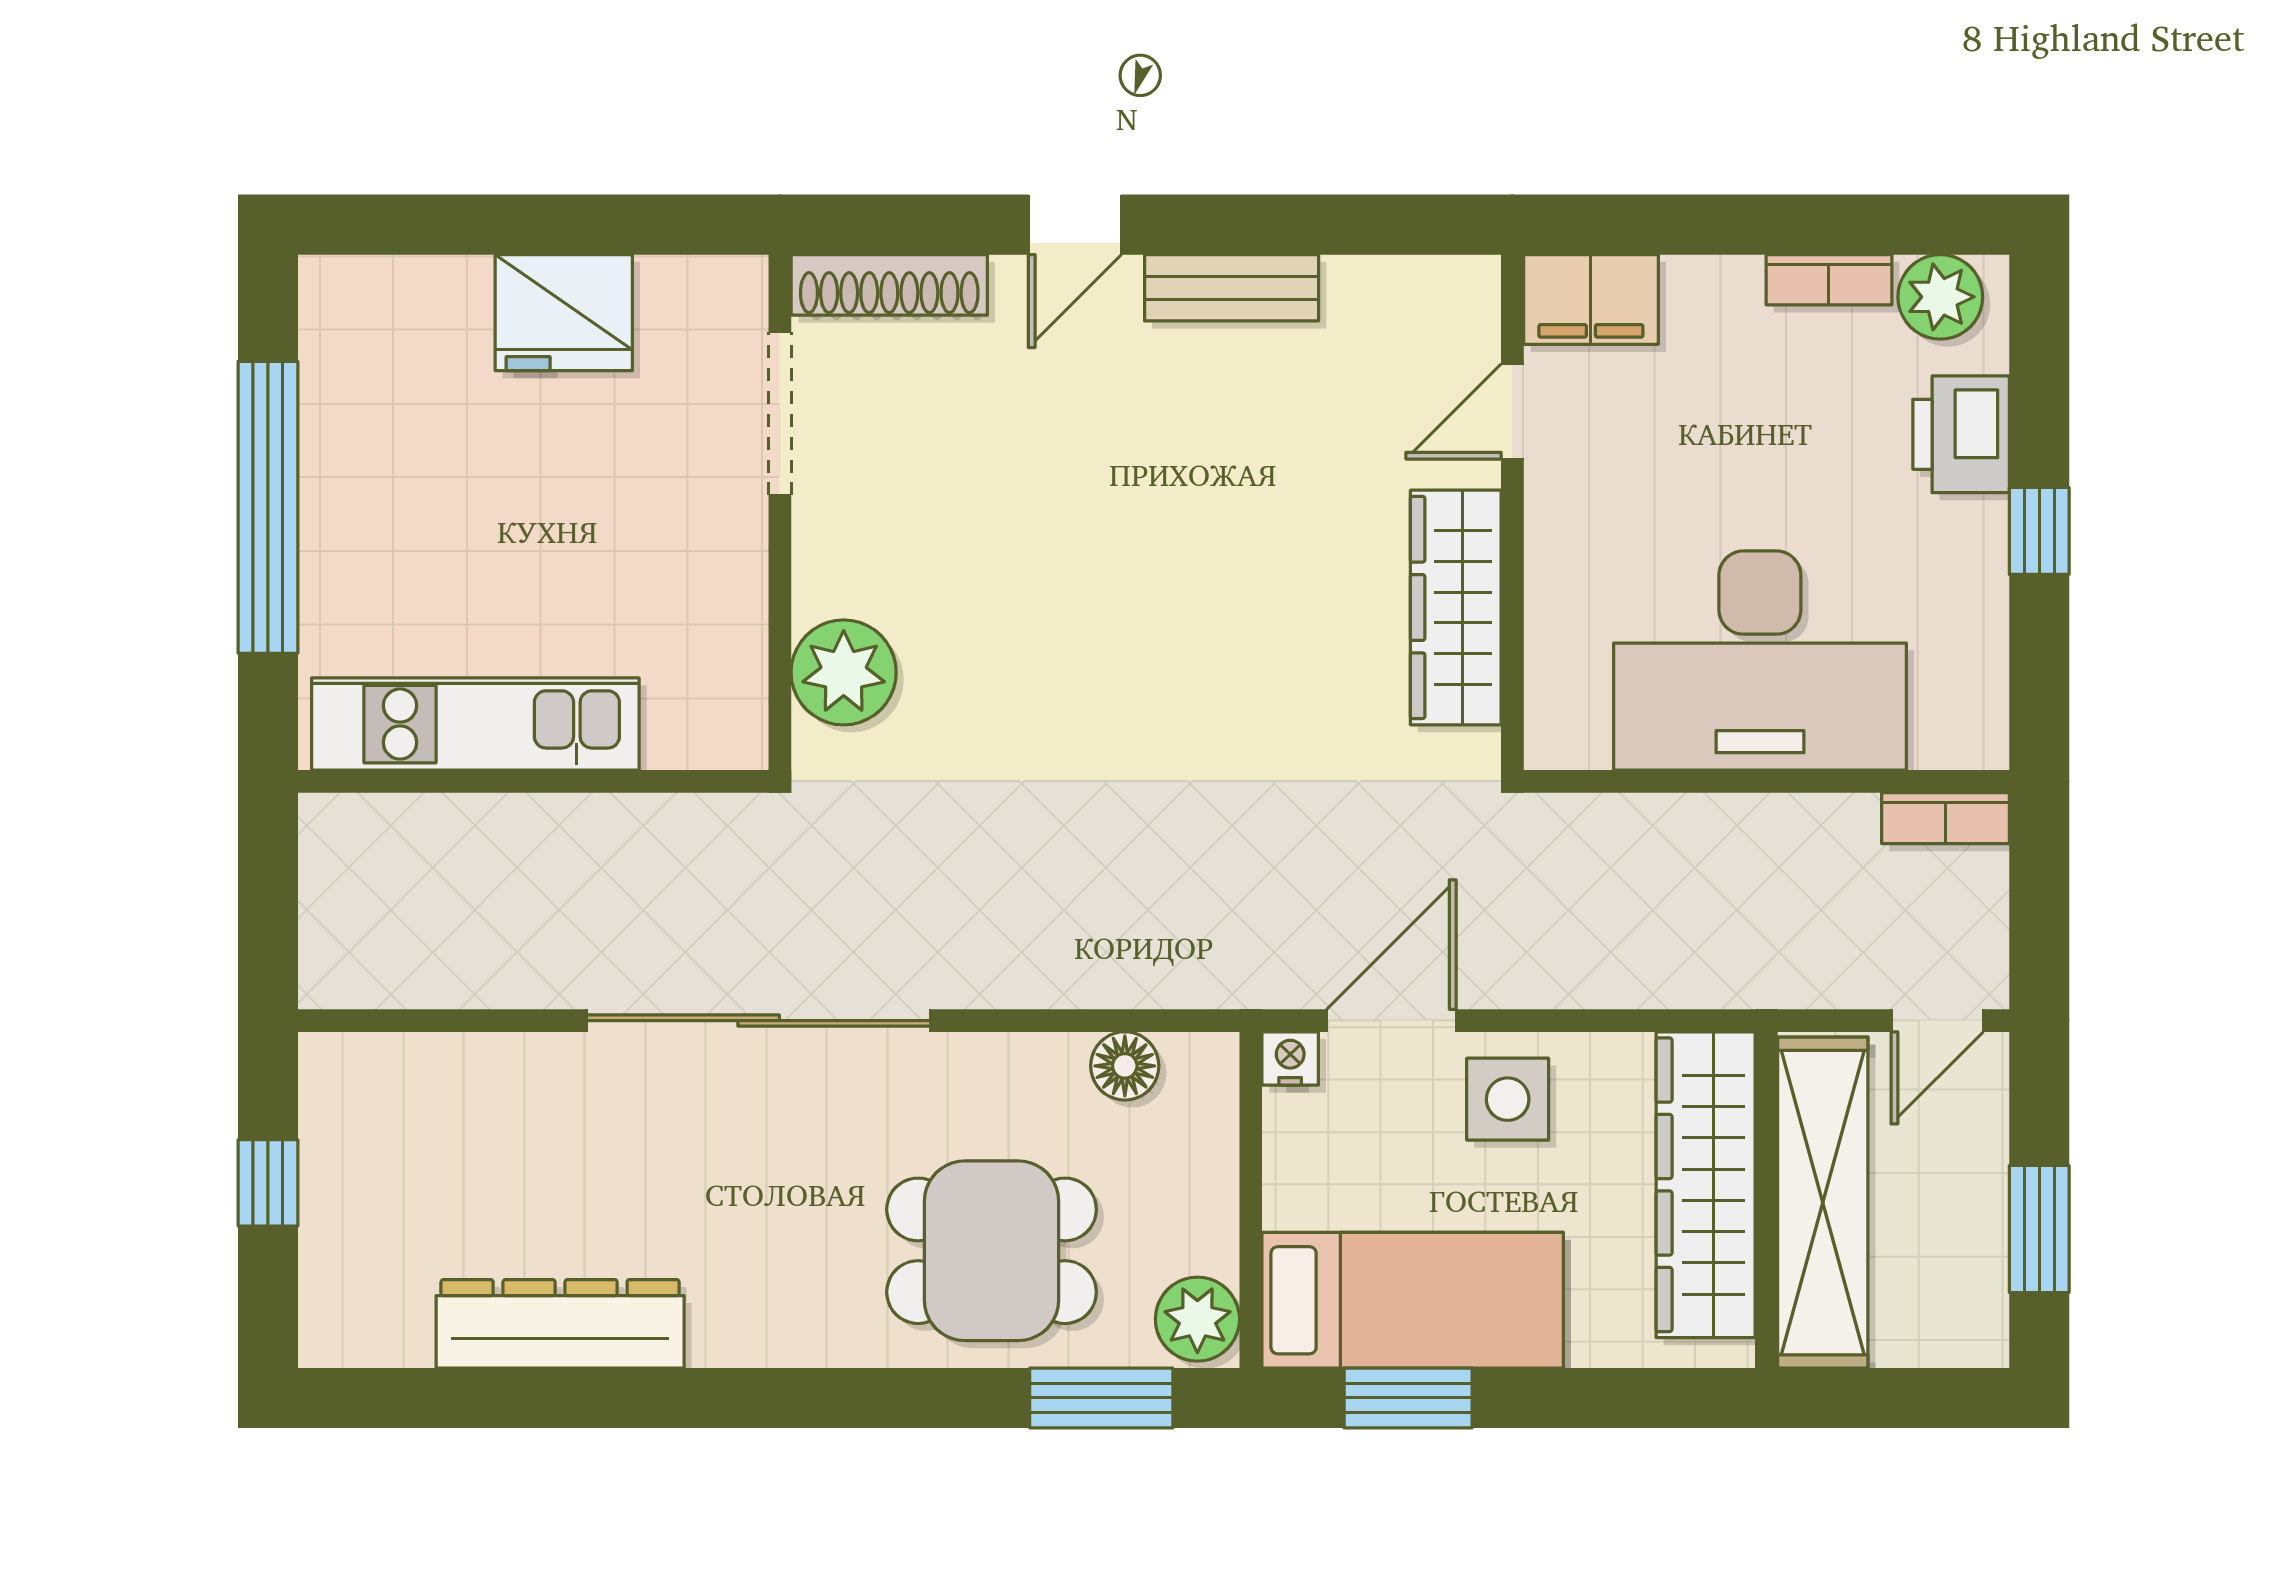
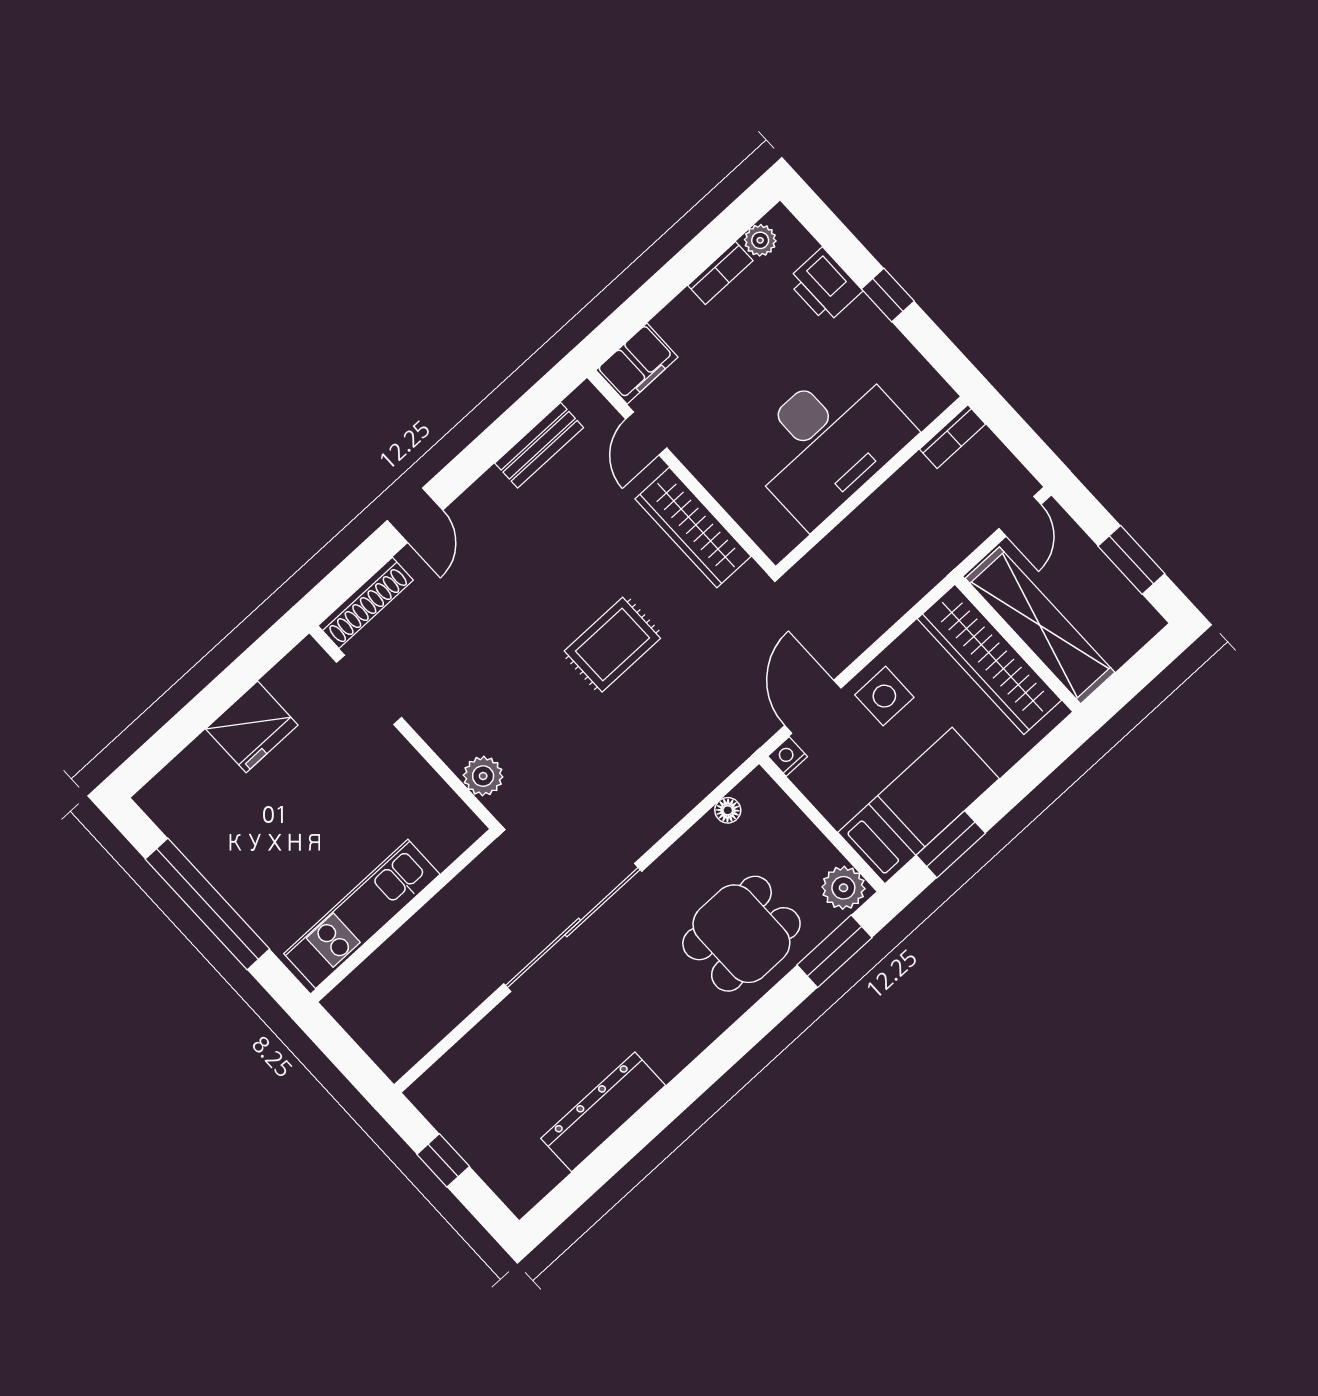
bench: (1232, 288) -> (539, 445), moved
plant: (1940, 297) -> (760, 240), width x0.73, depth x0.73
rug: (1187, 669) -> (612, 645), added
plant: (844, 672) -> (483, 776), width x0.73, depth x0.73
floor lamp: (1125, 1066) -> (728, 810), width x0.73, depth x0.73

